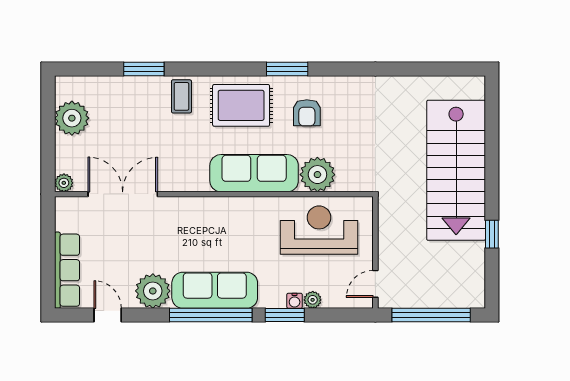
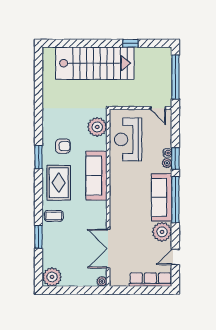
plant: (72, 118) -> (52, 277), moved
plant: (317, 175) -> (97, 127), moved
plant: (313, 300) -> (167, 163), moved

